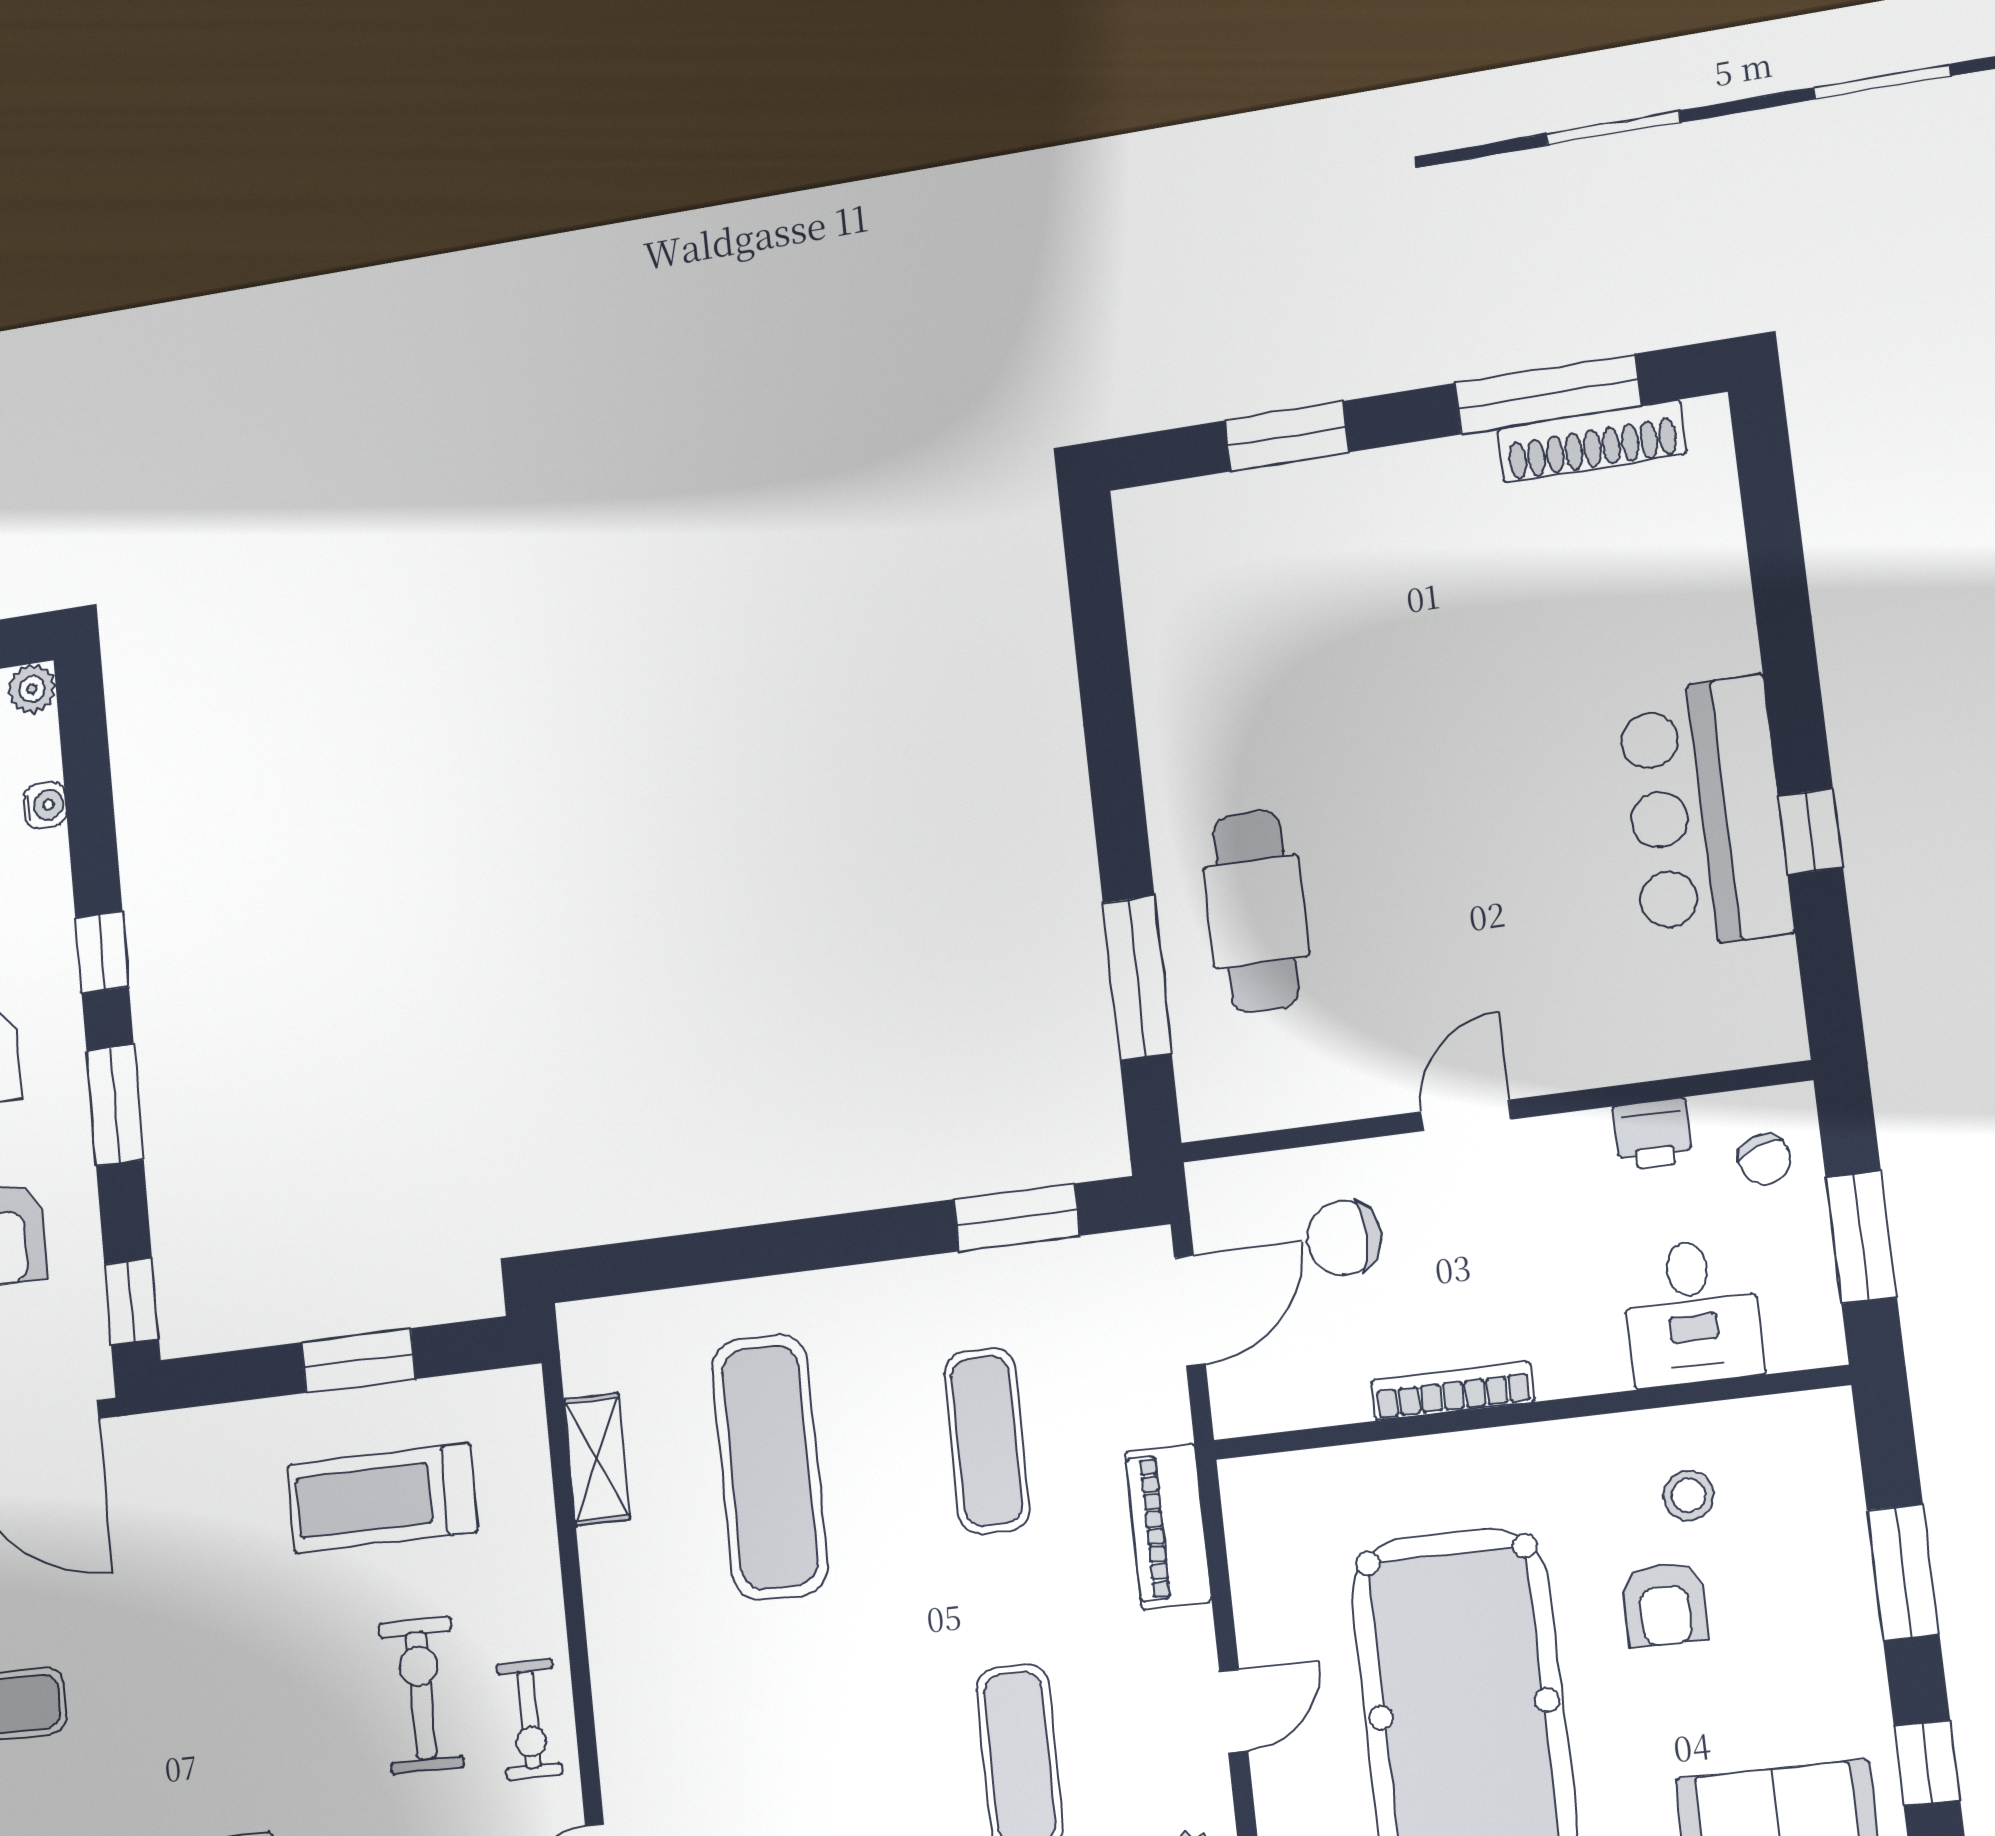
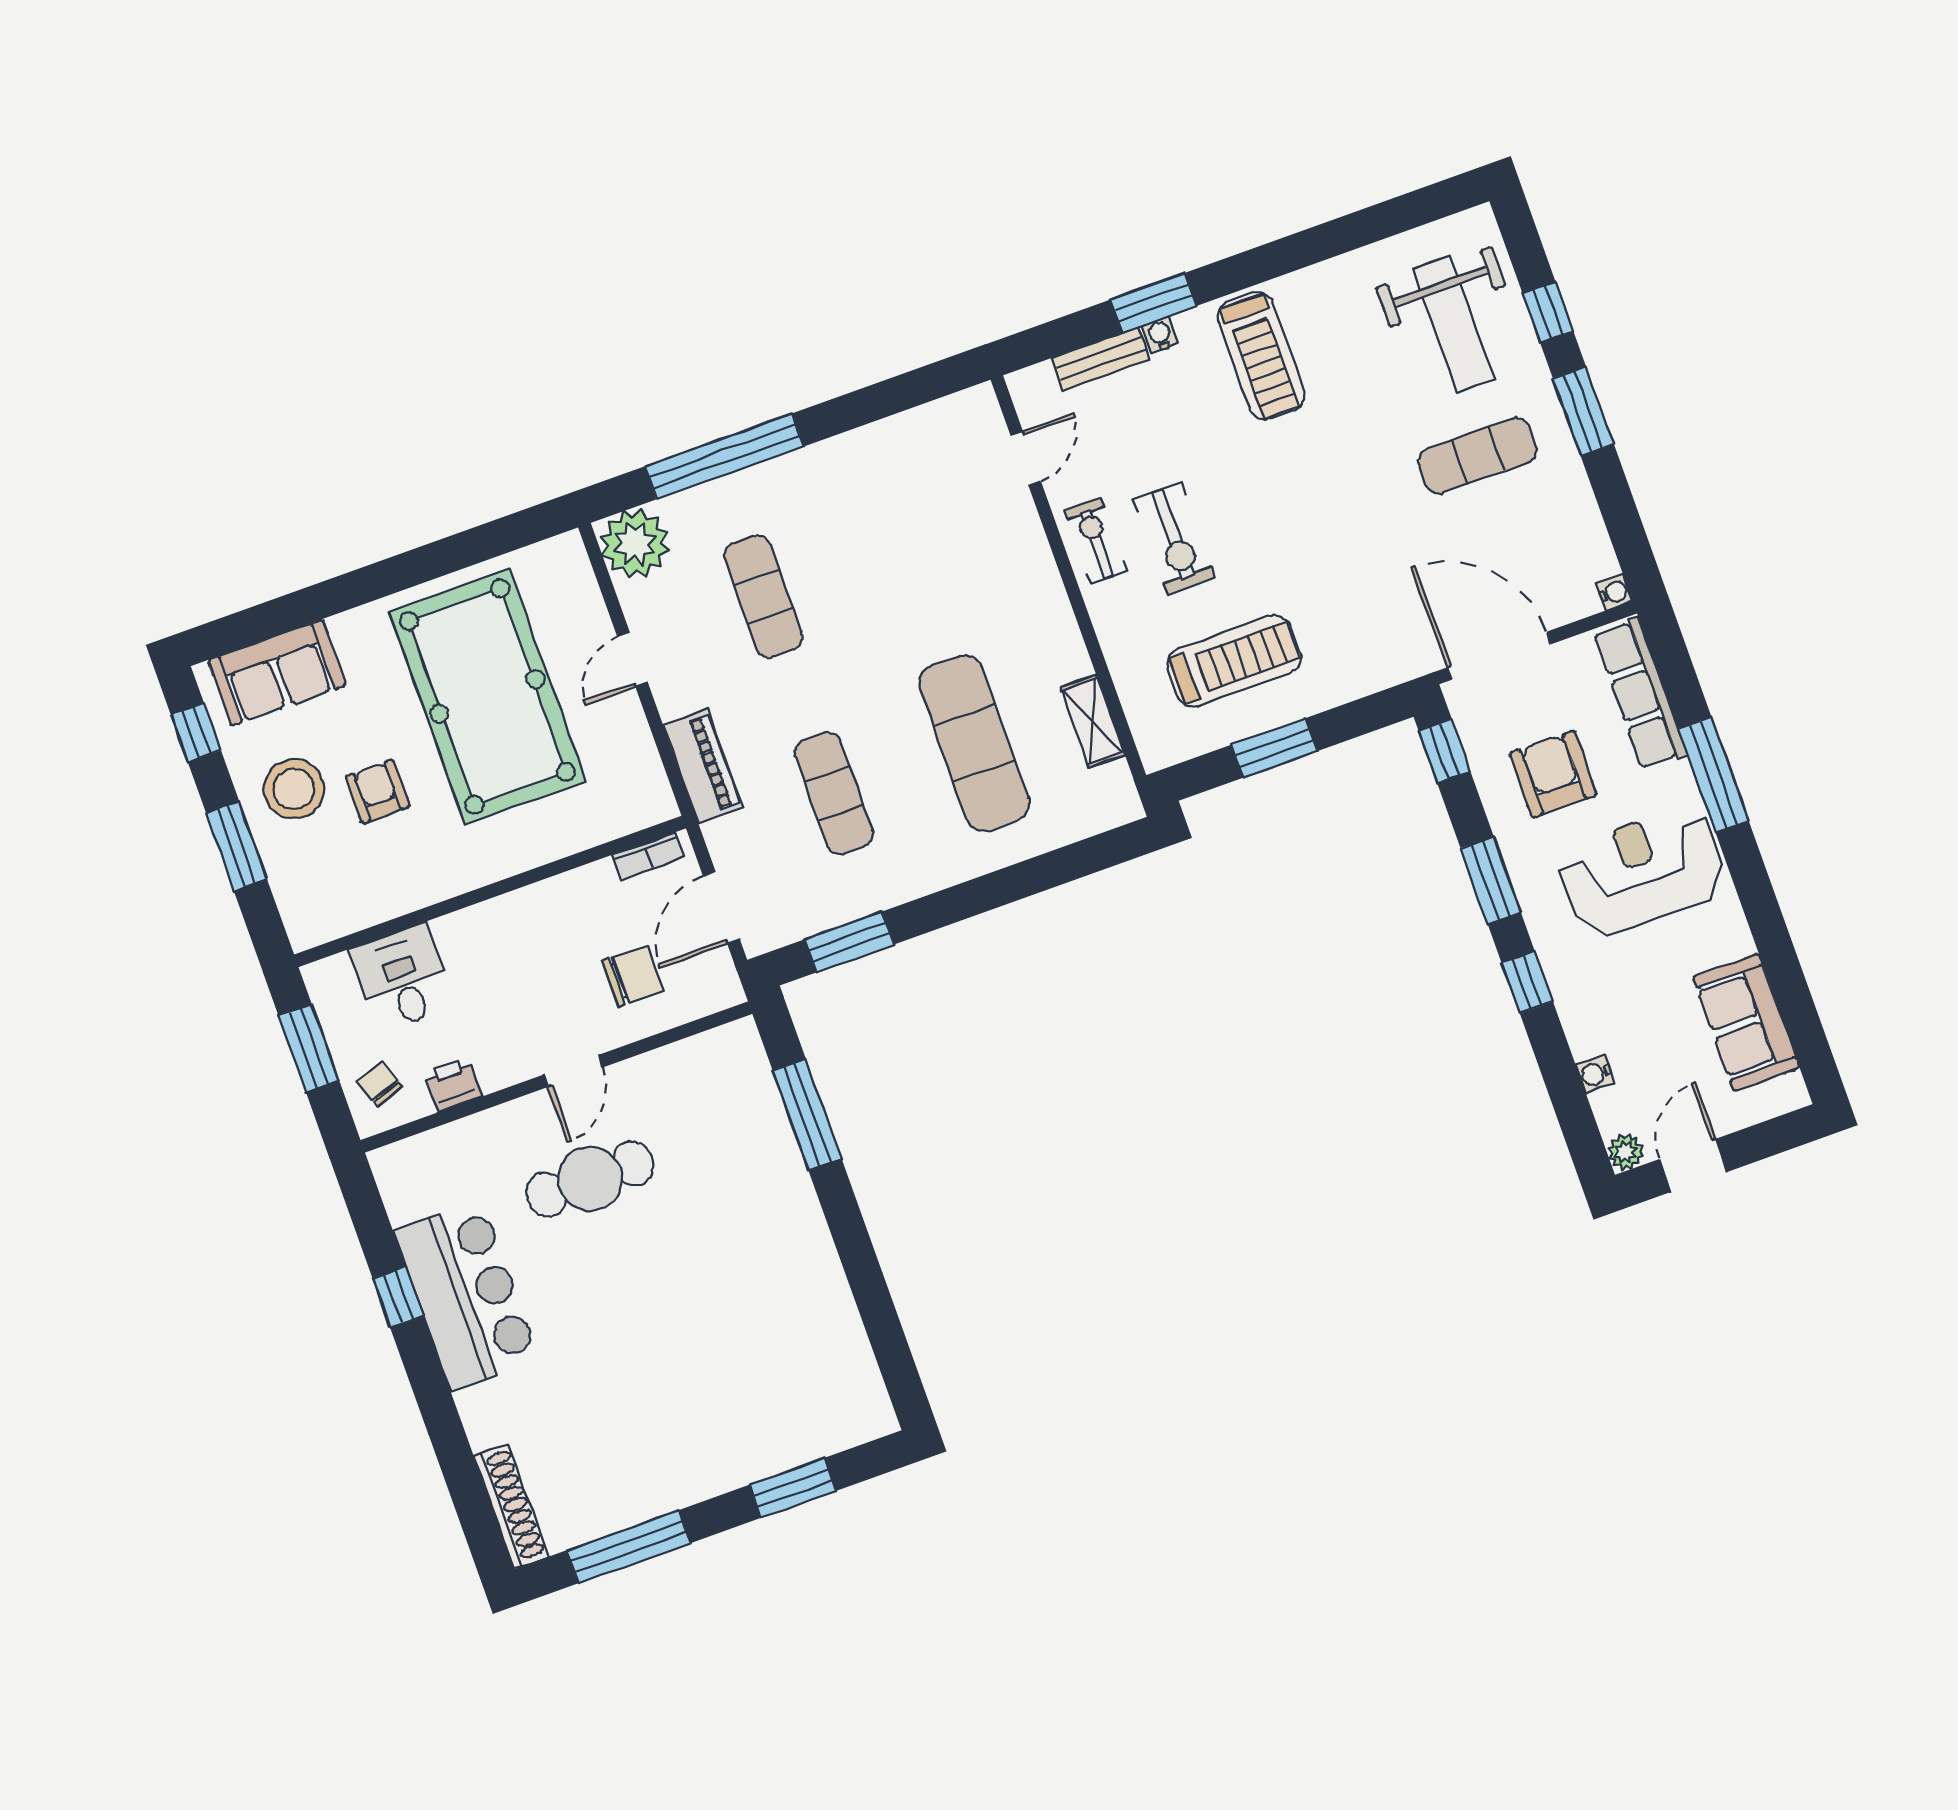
shoe rack: (1592, 441) -> (511, 1506), moved, turned 90
cafe table: (1256, 912) -> (590, 1179), moved, turned 90
bookcase: (1453, 1391) -> (648, 856), moved, width x0.64
stool: (1689, 1495) -> (294, 789), moved, width x1.89, depth x1.89

